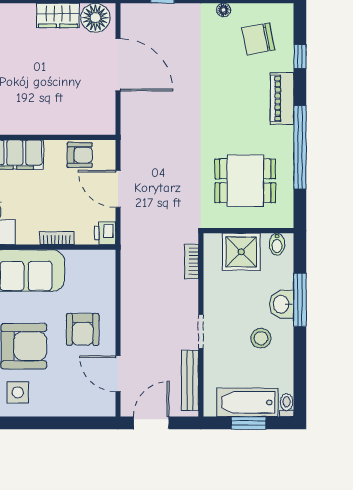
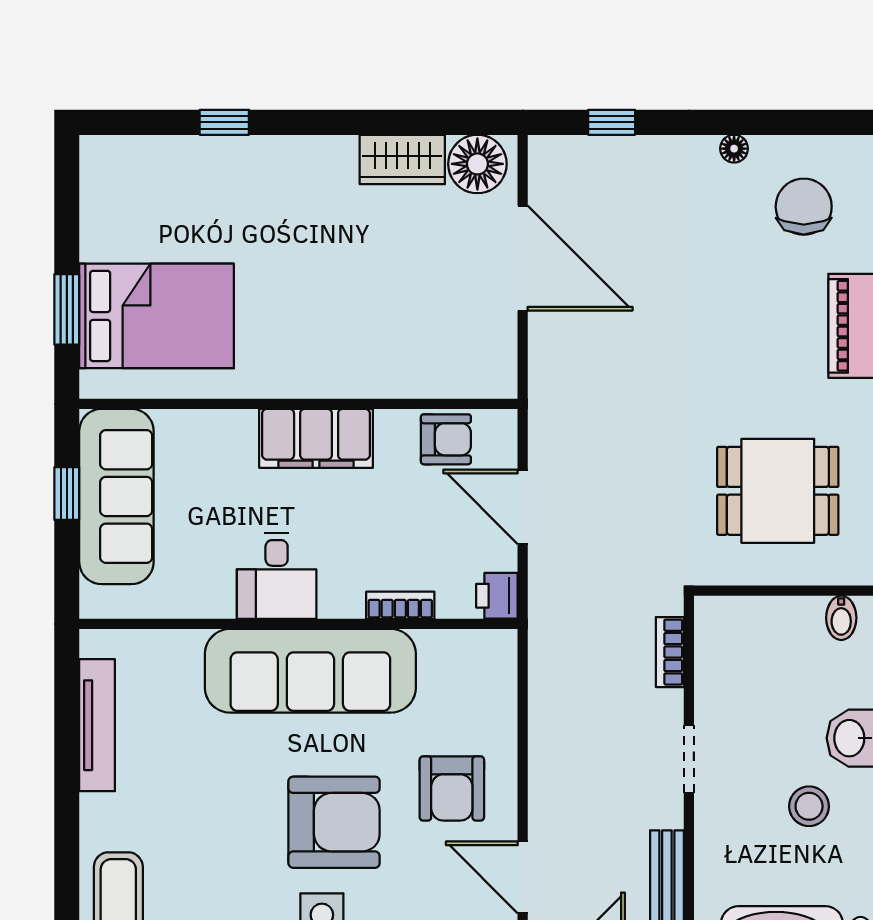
chair: (258, 39) -> (804, 207), turned 101
shower: (241, 252) -> (770, 633), removed
doorway: (201, 331) -> (689, 759), moved

